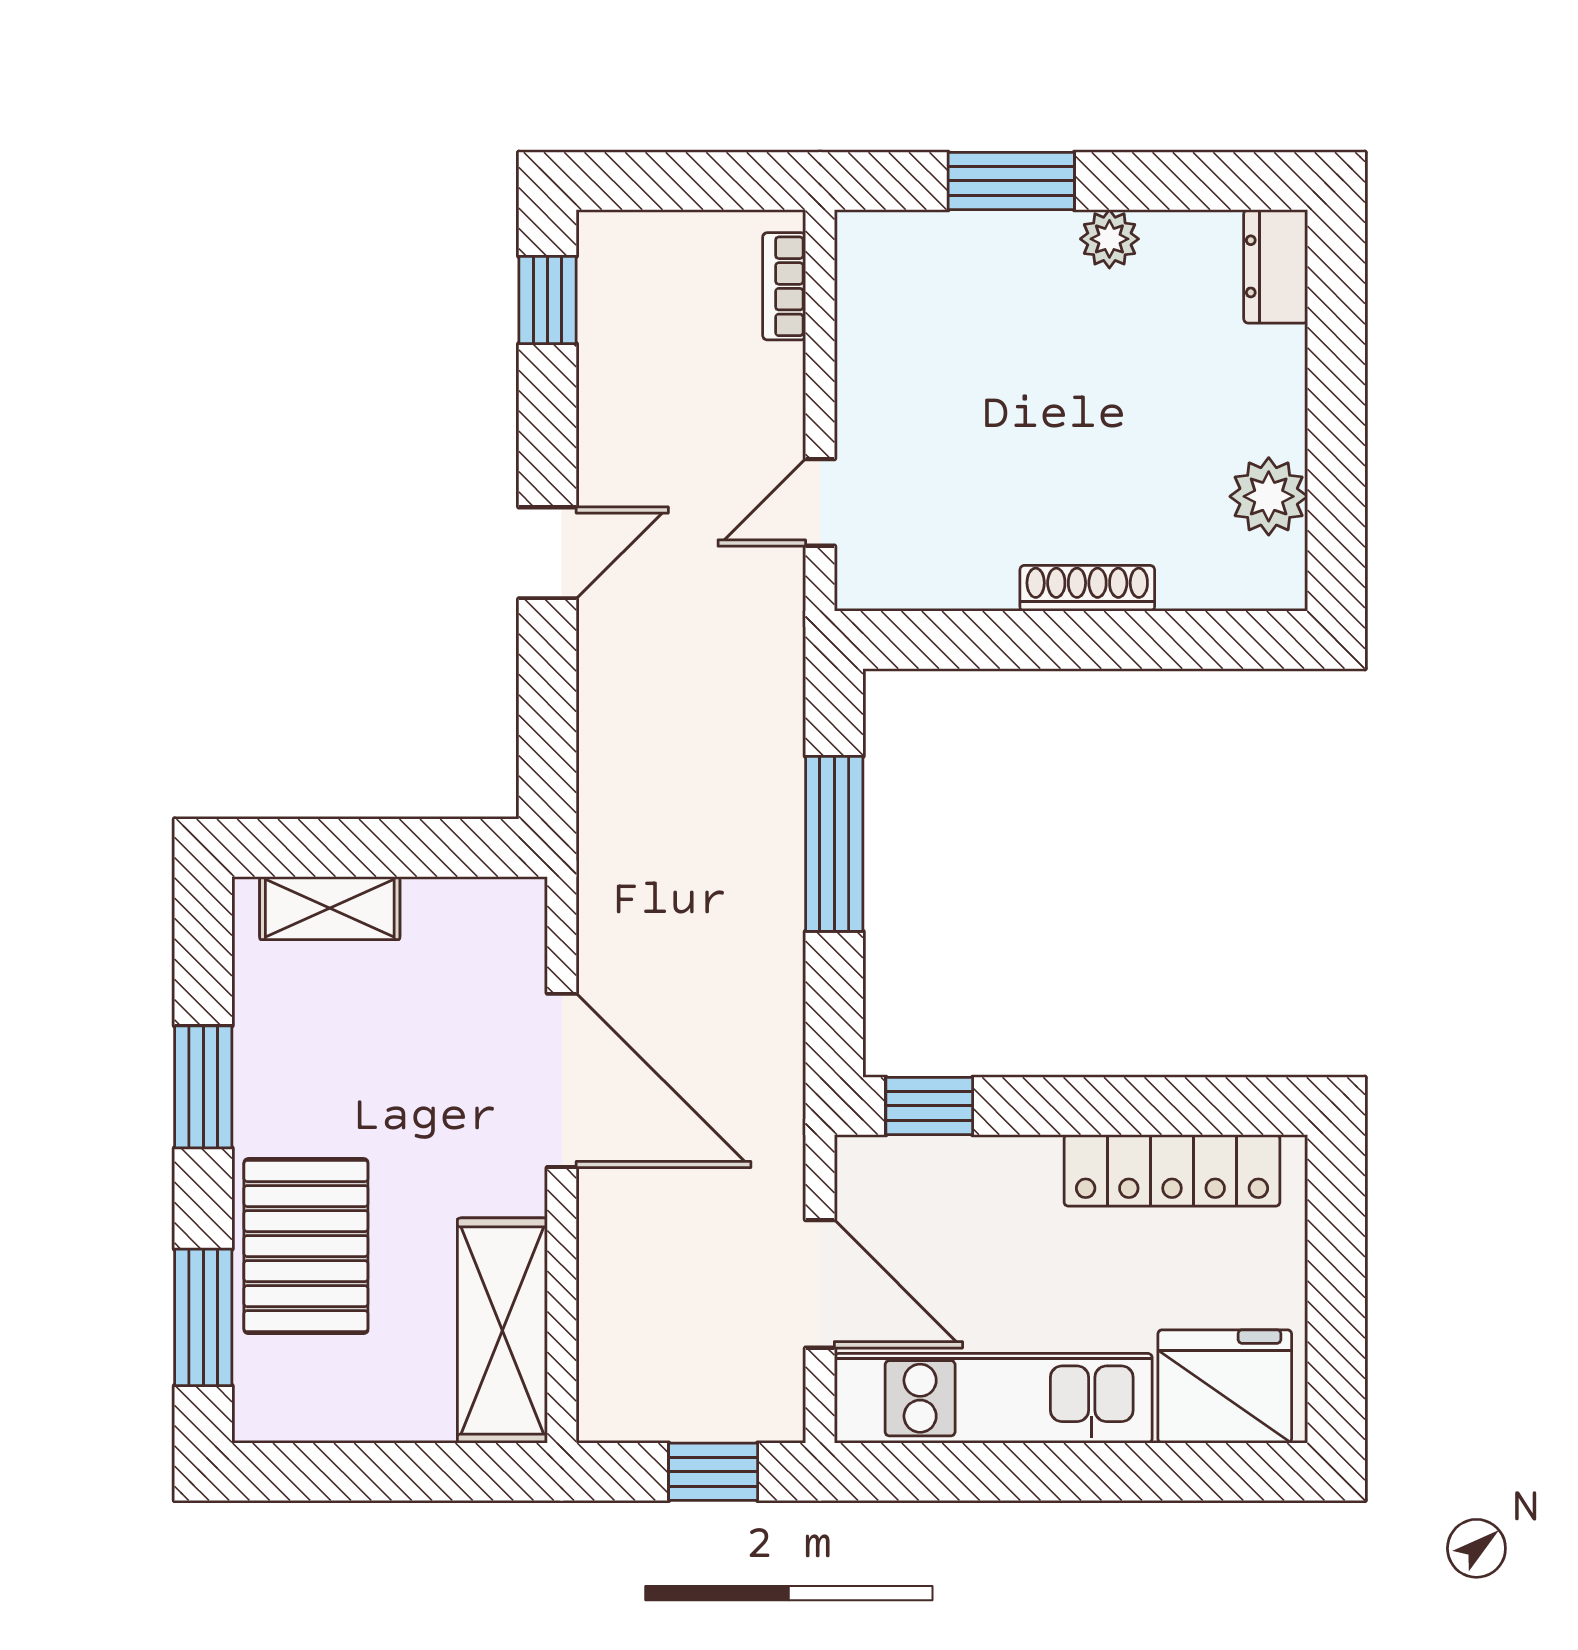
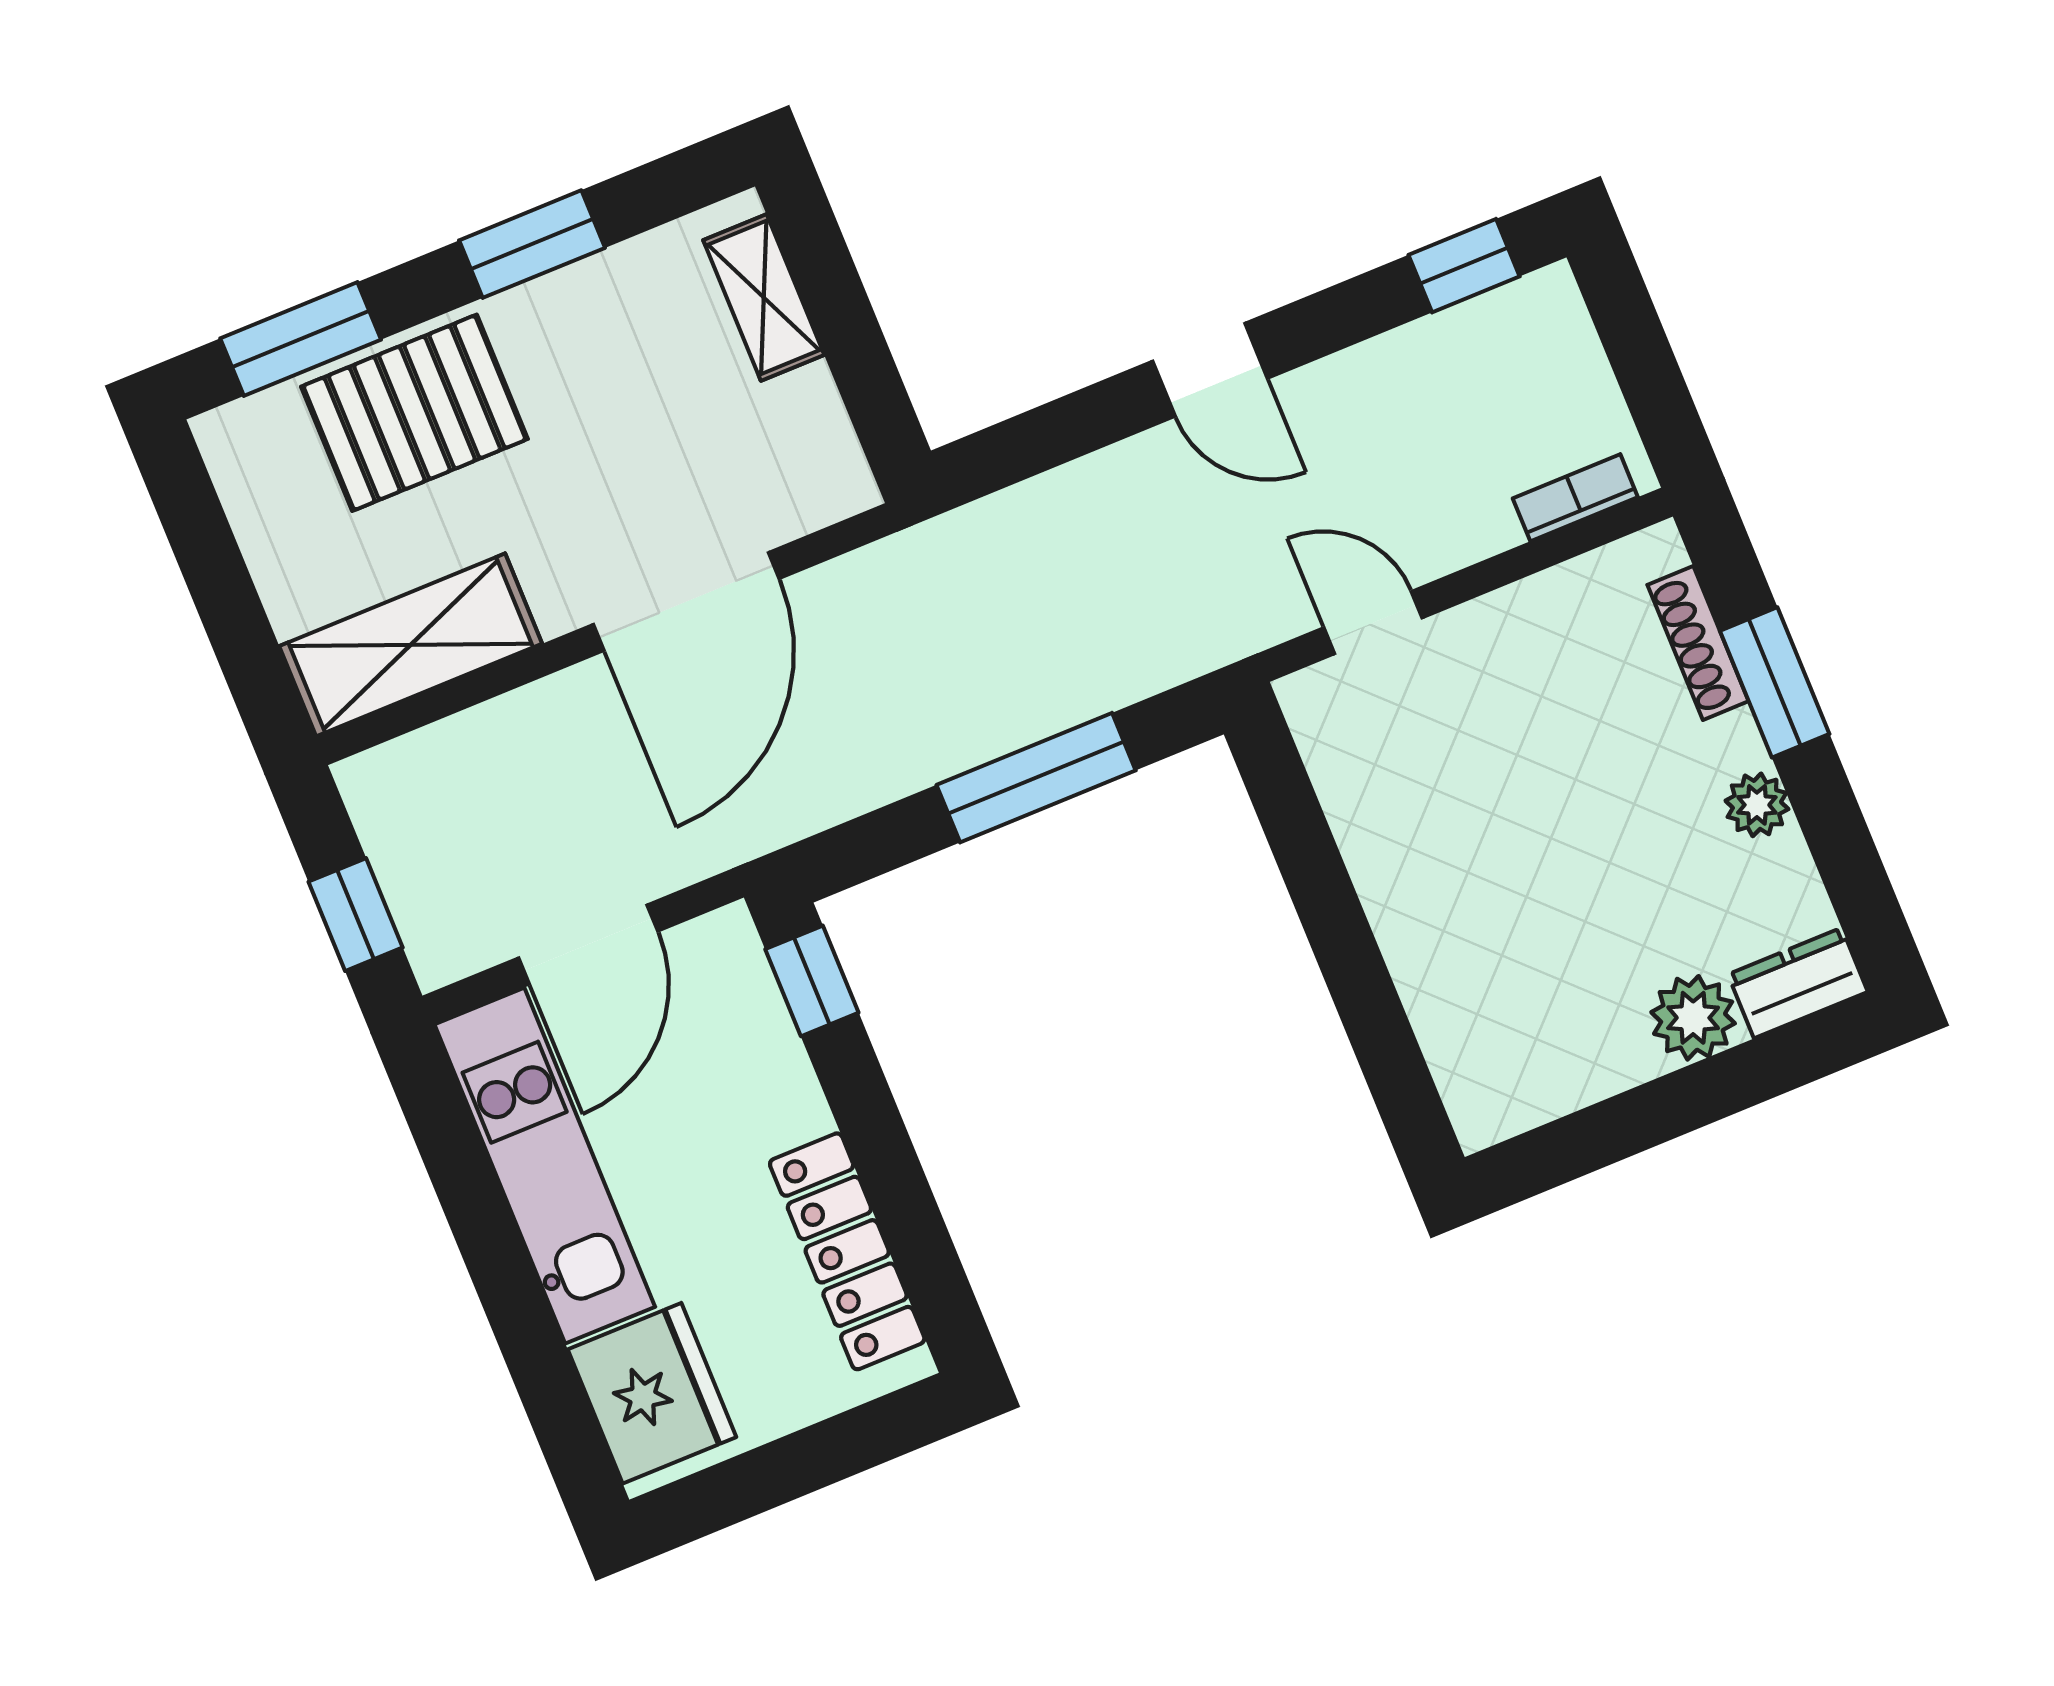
plant: (1269, 496) -> (1693, 1018), moved
shoe rack: (1087, 588) -> (1698, 643), moved, turned 180

